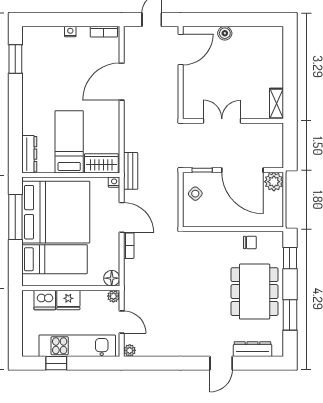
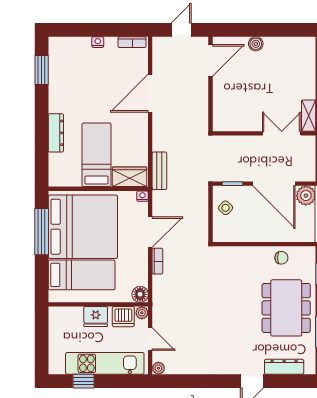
double door: (222, 121) -> (282, 133), moved
dresser: (29, 154) -> (56, 133), moved
bench: (131, 171) -> (159, 171), moved
door: (122, 217) -> (150, 232), hinge flipped
dishwasher: (45, 300) -> (123, 317), moved

